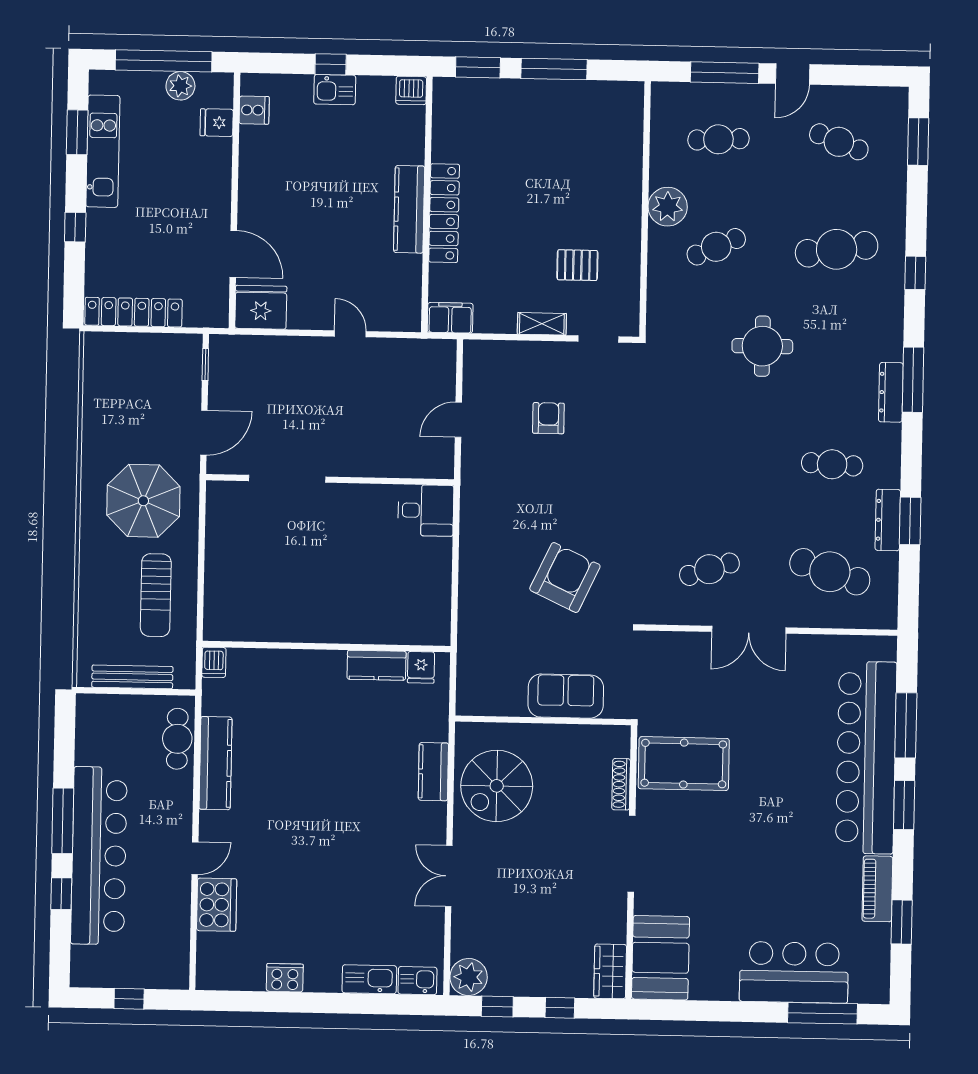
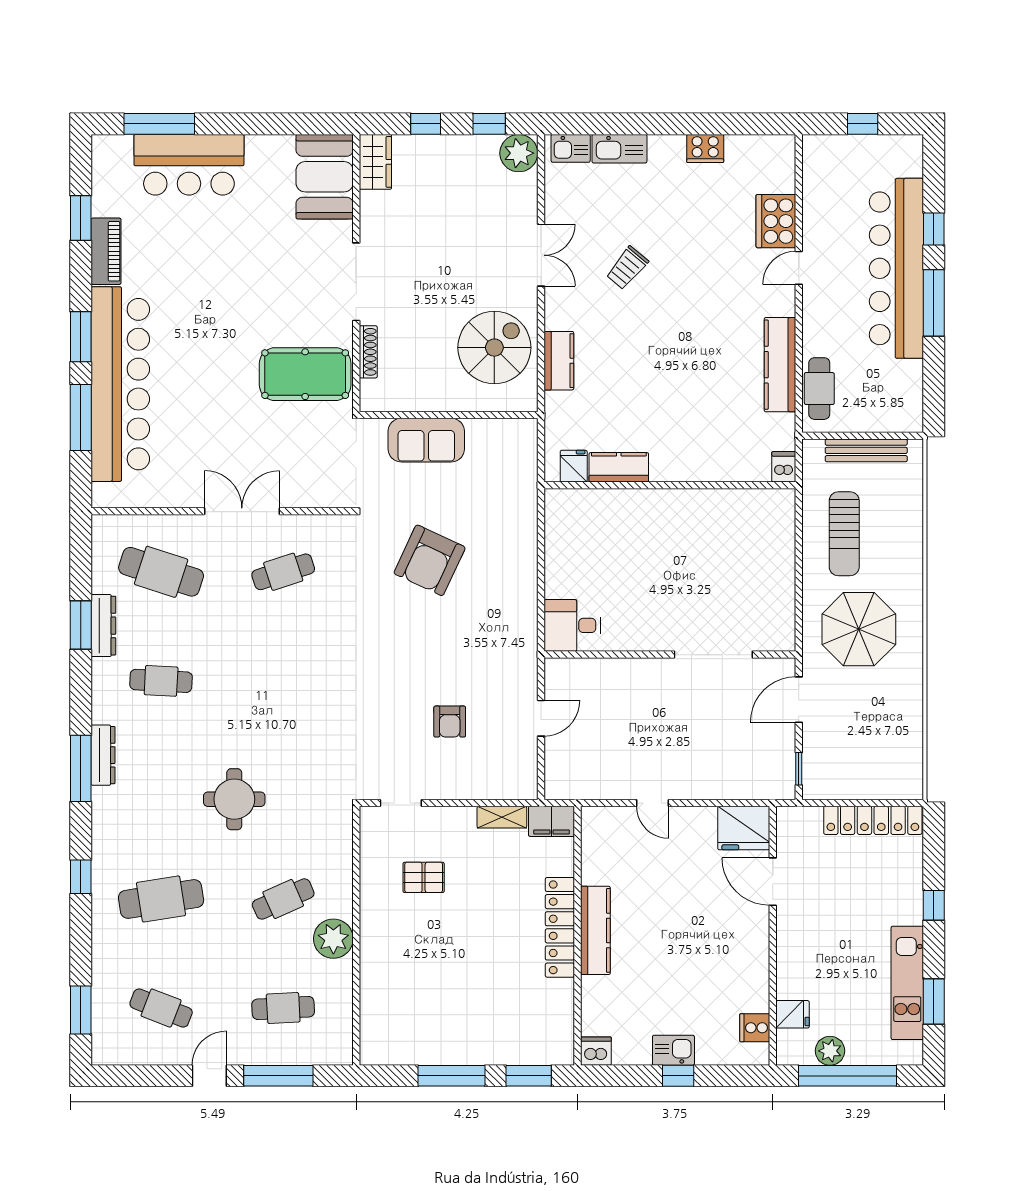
shelving: (542, 324) -> (502, 817), moved
sun lounger: (156, 595) -> (844, 534), turned 180
trolley: (364, 862) -> (627, 268), added

